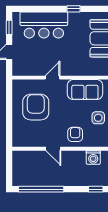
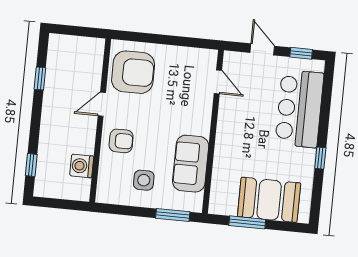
door: (53, 78) -> (218, 82), moved
armchair: (36, 107) -> (133, 72), moved
window: (41, 189) -> (40, 78), width x0.32

